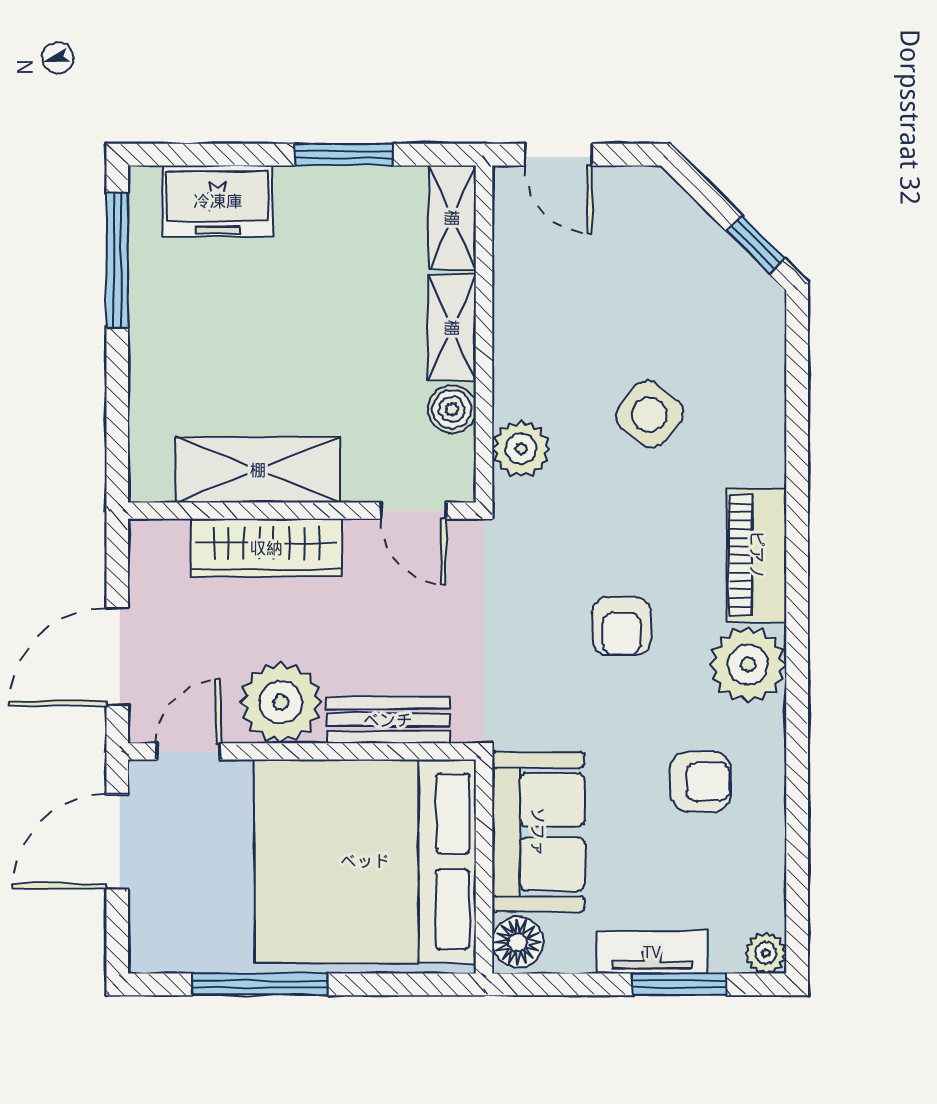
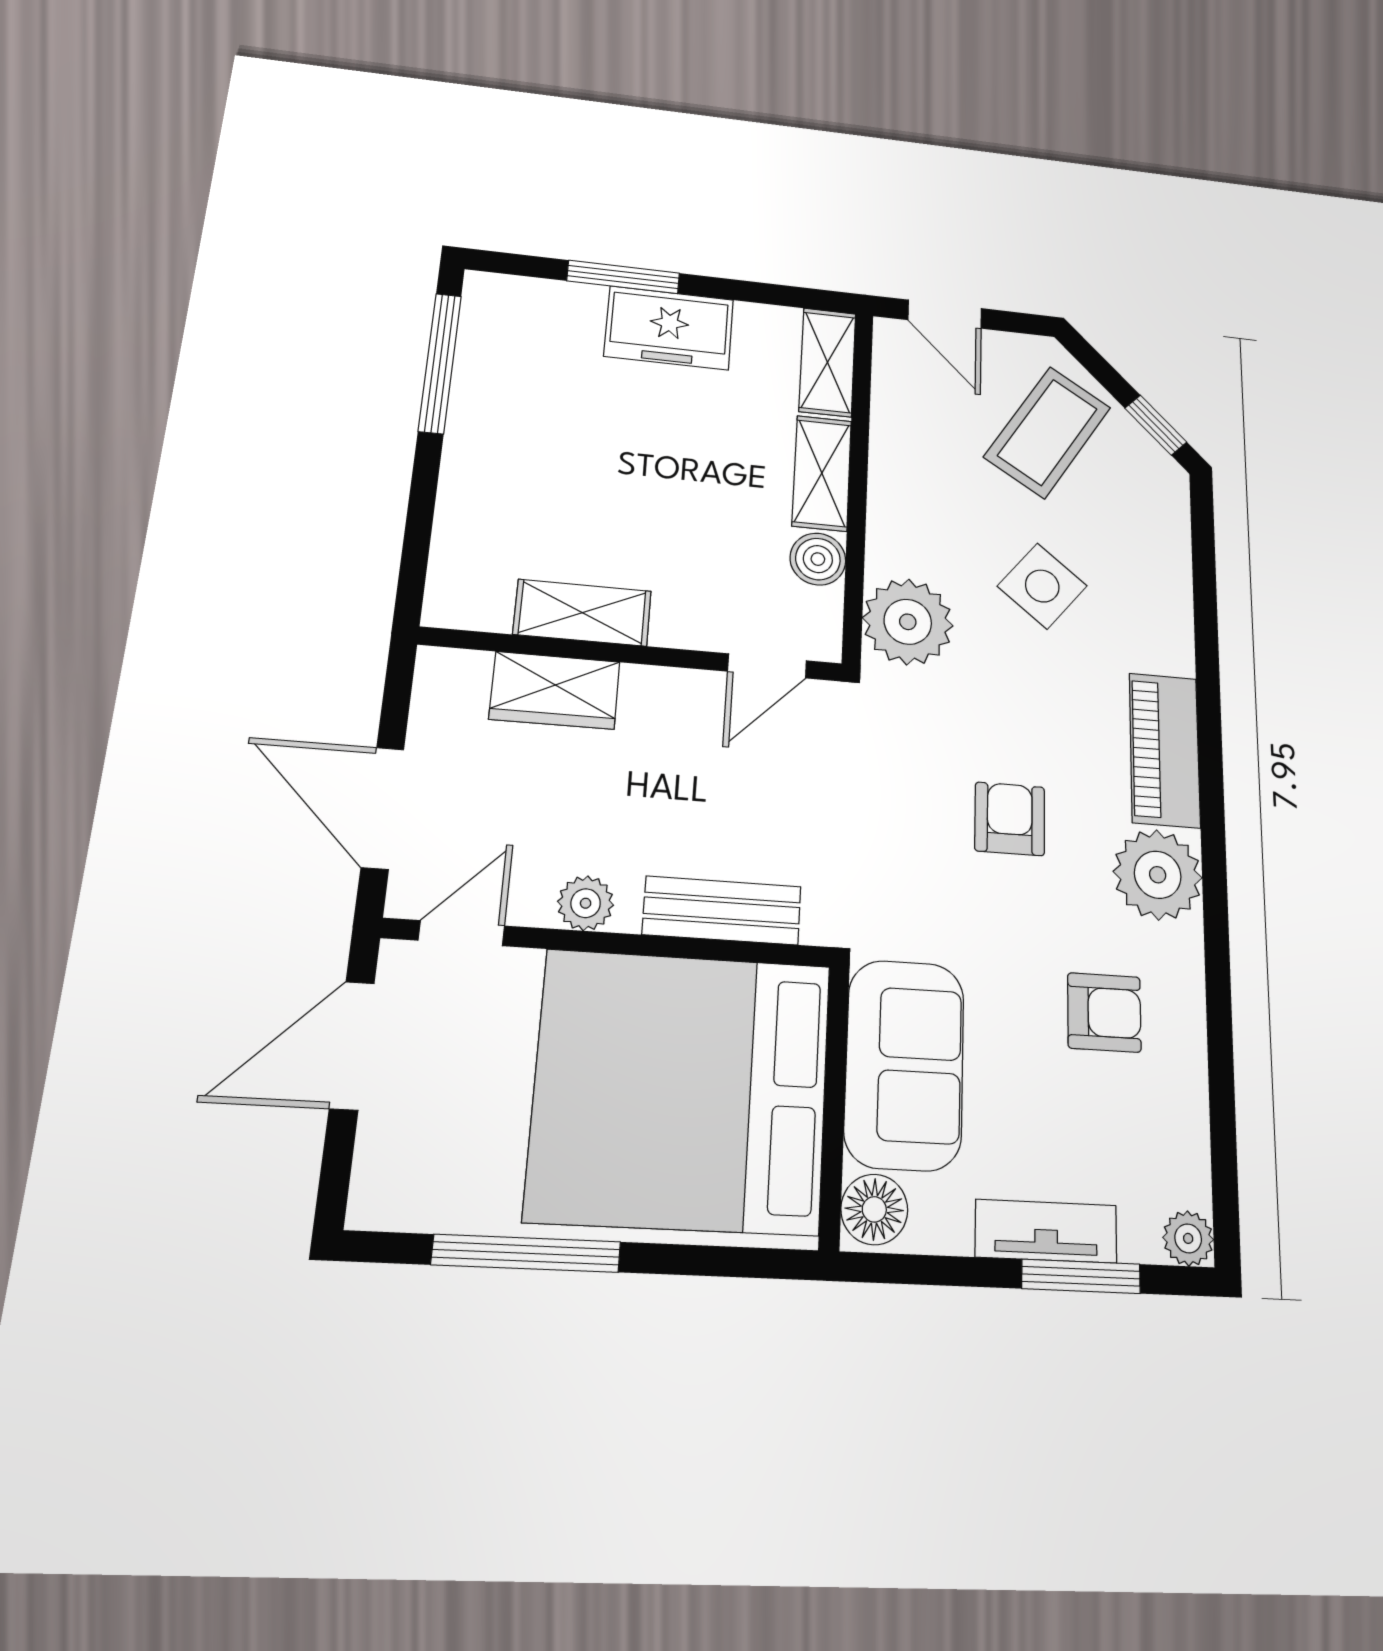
window: (344, 155) -> (623, 277), moved
freezer: (218, 201) -> (669, 328), moved
coffee table: (654, 264) -> (1047, 432), added
plant: (521, 449) -> (908, 622), width x1.36, depth x1.36
shelving: (258, 470) -> (582, 613), width x0.67, depth x0.75
door: (413, 511) -> (767, 666), hinge flipped
wardrobe: (266, 548) -> (555, 690), width x0.67
armchair: (622, 626) -> (1010, 819), turned 180
door: (117, 657) -> (383, 808), hinge flipped
plant: (281, 702) -> (586, 903), width x0.53, depth x0.53

